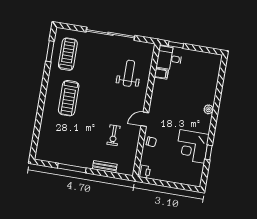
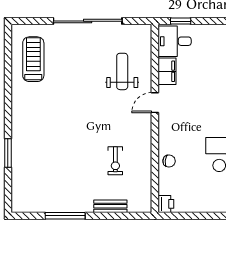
window: (50, 51) -> (8, 153), moved
filing cabinet: (161, 74) -> (167, 71), width x2.00
treadmill: (69, 98) -> (45, 120), removed
door: (145, 119) -> (155, 103), moved

